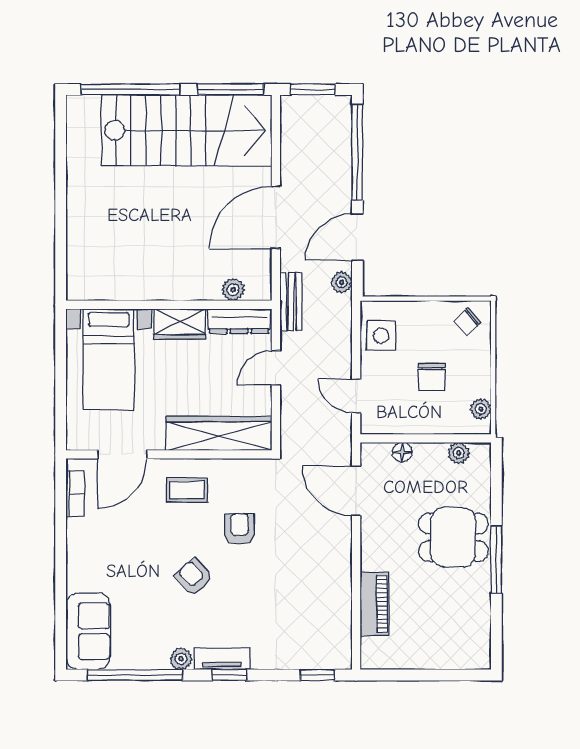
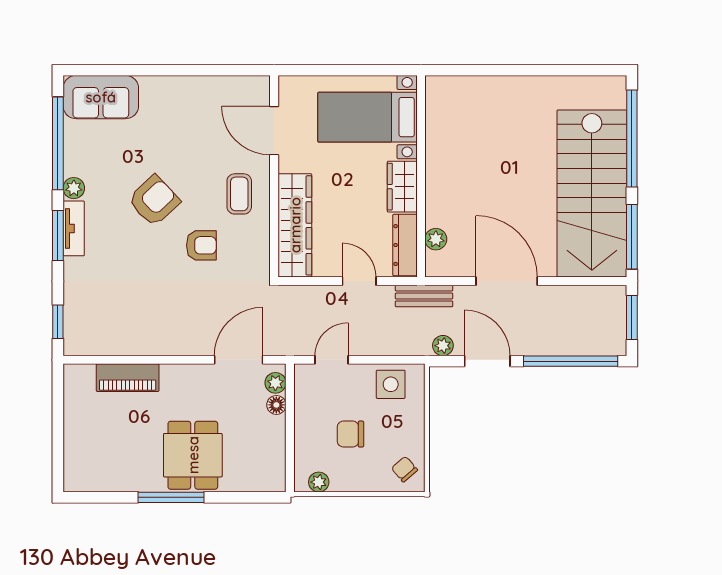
plant: (459, 453) -> (275, 383), moved
bookcase: (75, 494) -> (236, 84), removed
armchair: (194, 577) -> (154, 201), width x1.38, depth x1.38
window: (229, 675) -> (58, 236), width x1.50

